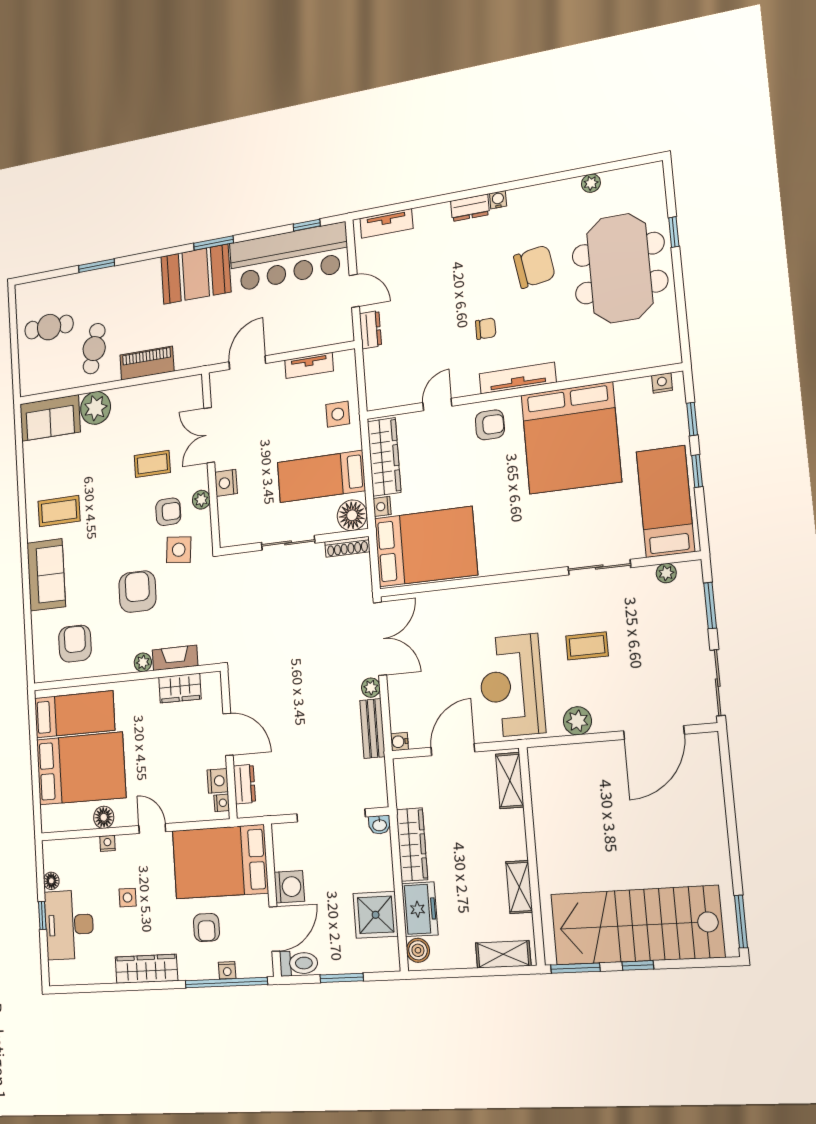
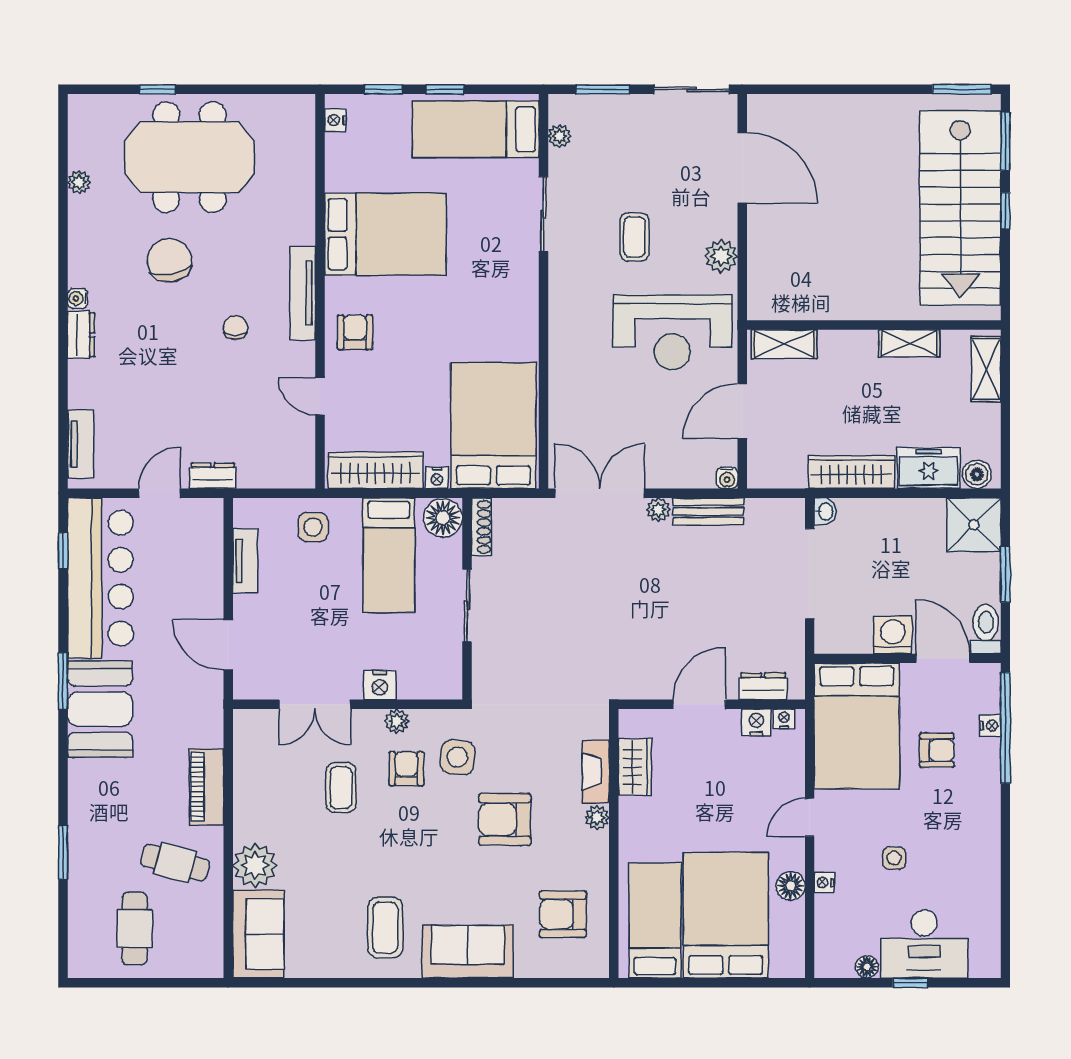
bed: (571, 438) -> (385, 234), width x0.73
door: (453, 750) -> (742, 411), hinge flipped
shower: (376, 915) -> (974, 525), moved
window: (575, 968) -> (1005, 141), moved
wardrobe: (146, 969) -> (984, 837), removed

